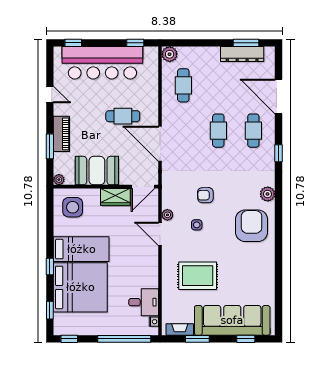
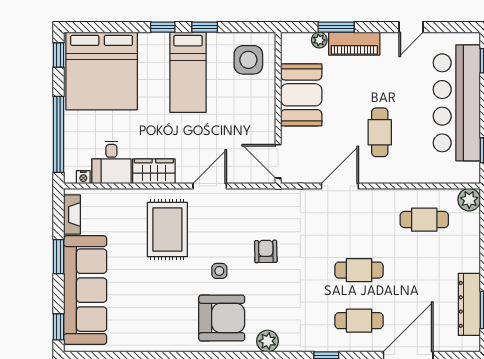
door: (160, 144) -> (340, 186), width x0.73
plant: (59, 180) -> (319, 40), moved
wardrobe: (115, 197) -> (154, 171), moved, turned 90
plant: (167, 215) -> (237, 197), removed
side table: (197, 225) -> (219, 271), moved
rug: (198, 276) -> (167, 230), moved
bed: (80, 287) -> (102, 71), moved
window: (50, 310) -> (205, 27), moved
window: (197, 339) -> (58, 257), moved
window: (246, 339) -> (58, 327), moved

